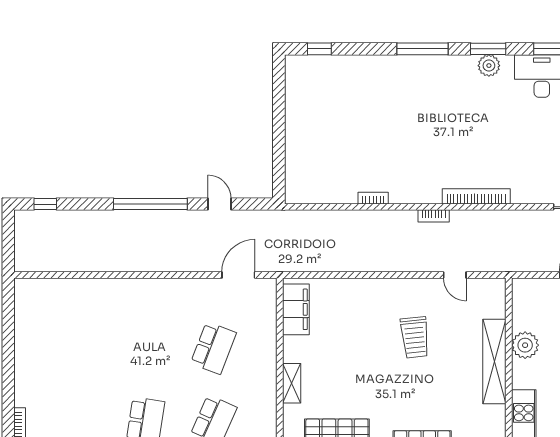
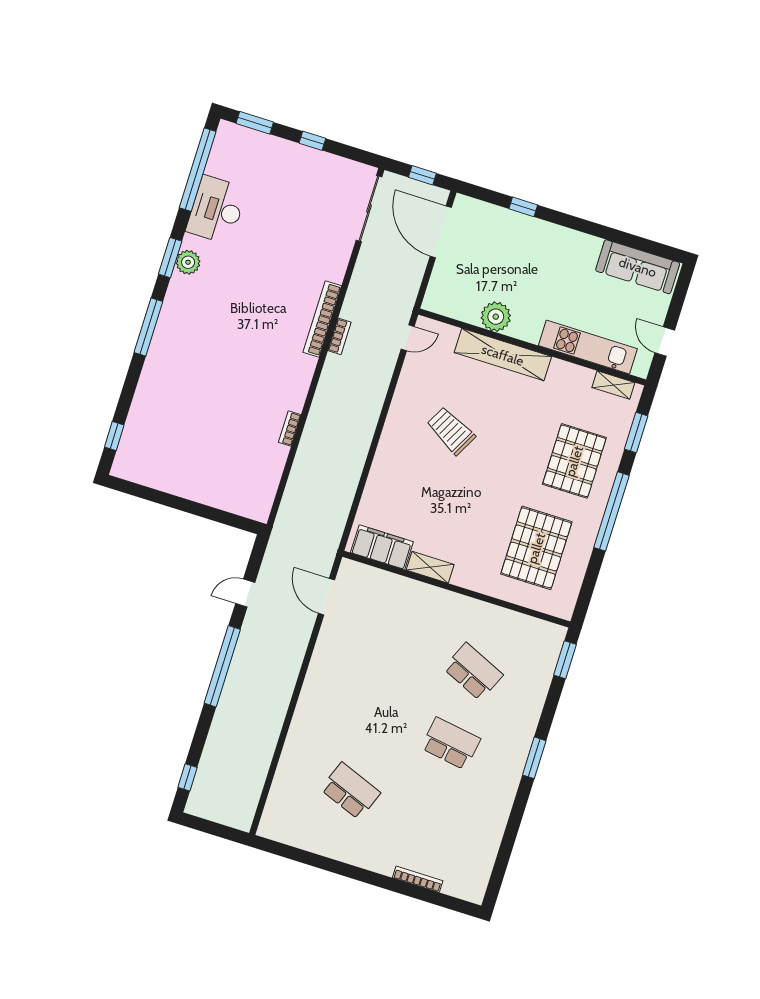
bookcase: (434, 216) -> (339, 336), moved
door: (455, 275) -> (408, 338), moved
trolley: (415, 337) -> (451, 431), turned -146
school desk: (213, 348) -> (350, 791), moved
shelving: (292, 383) -> (430, 567), moved

